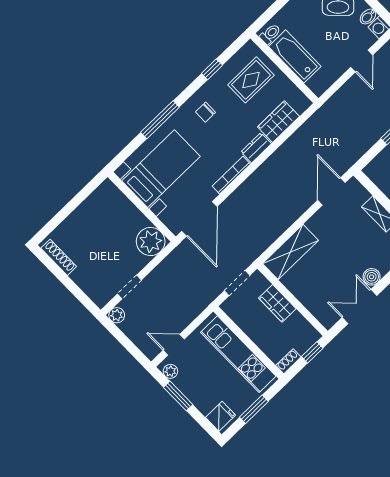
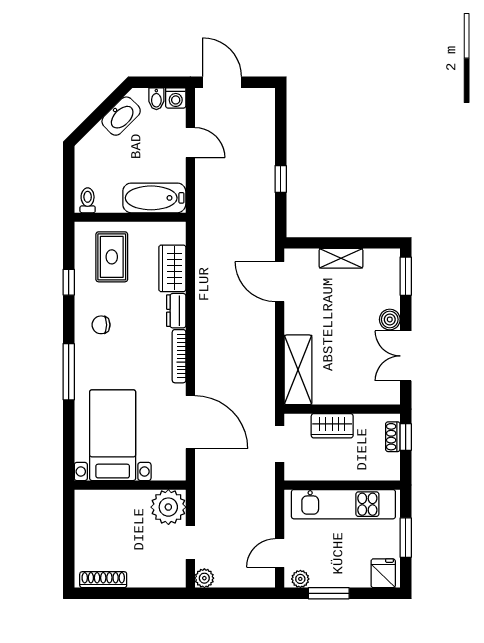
bathtub: (295, 56) -> (154, 198), moved
chair: (205, 112) -> (101, 325), turned 90
bed with nightstands: (161, 169) -> (113, 435), moved
wall: (142, 207) -> (130, 485), moved
plant: (151, 241) -> (168, 507), moved
shoe rack: (288, 361) -> (393, 437), moved

